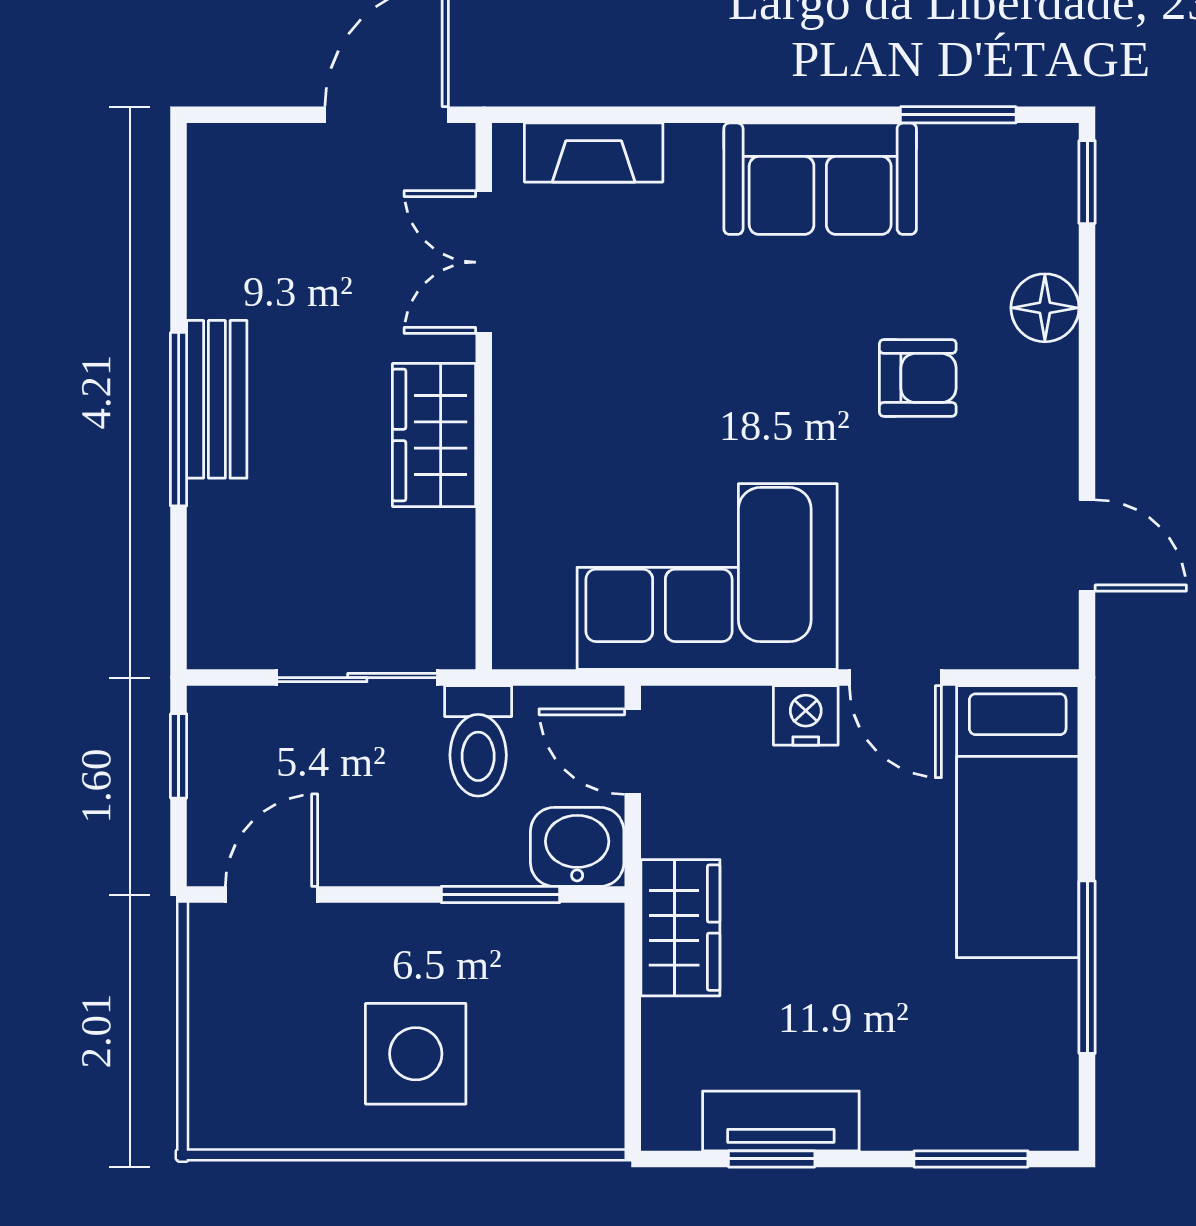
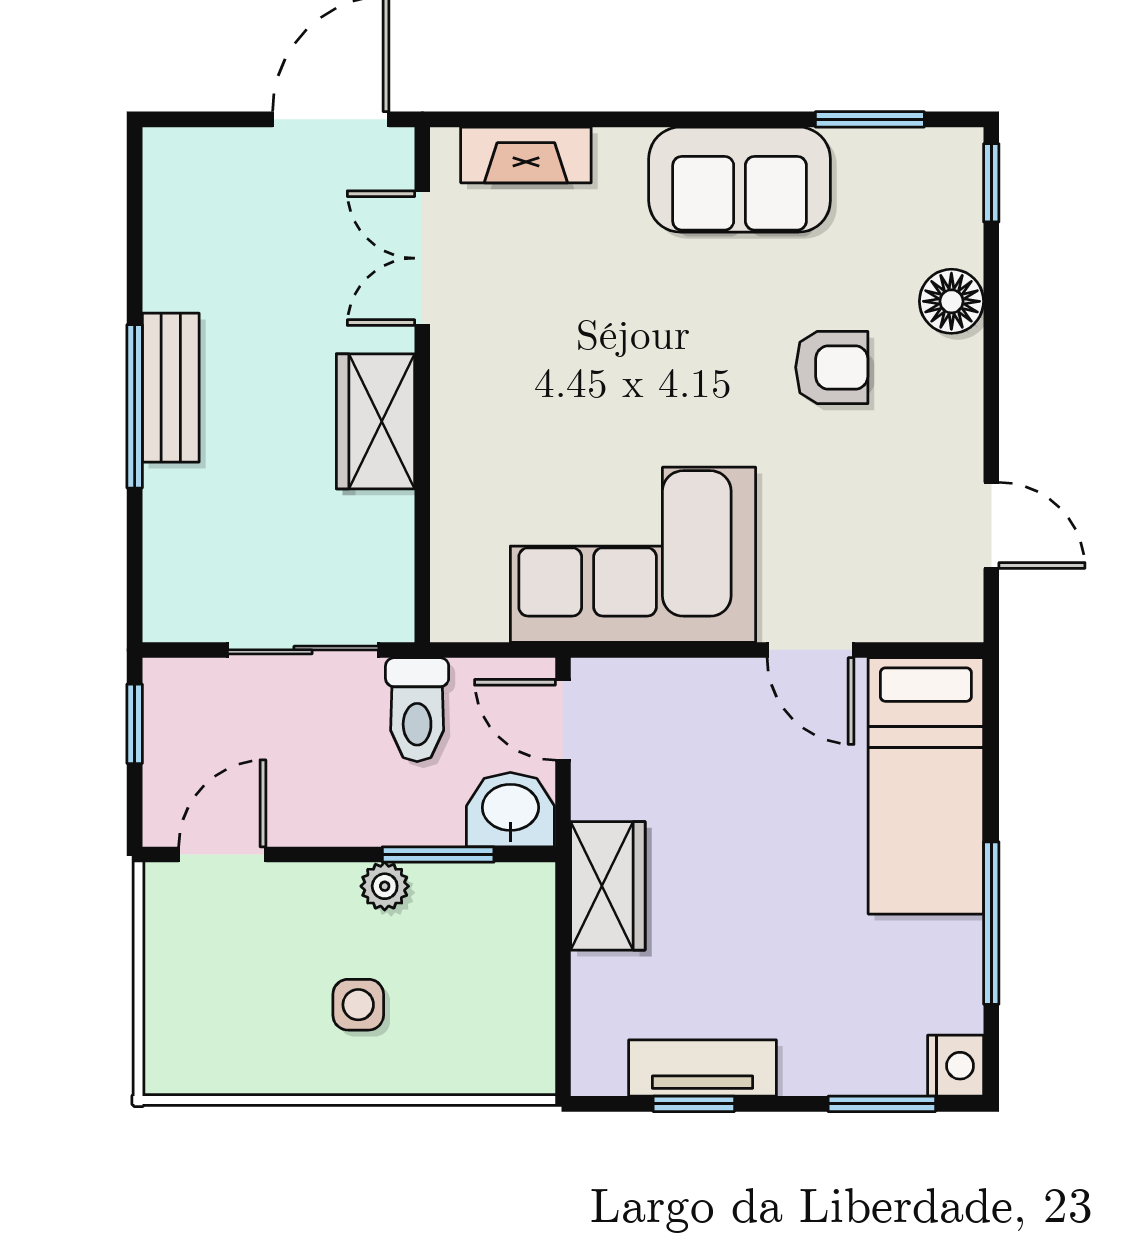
nightstand: (806, 715) -> (956, 1066), moved, turned 90
plant: (444, 928) -> (385, 886), added
side table: (416, 1054) -> (358, 1005), width x0.54, depth x0.54

